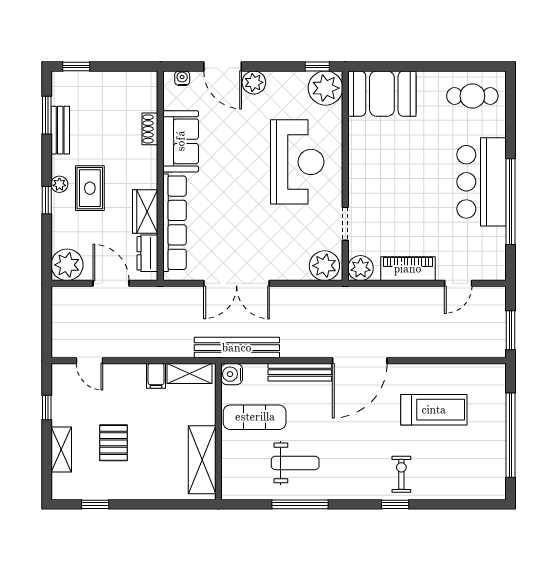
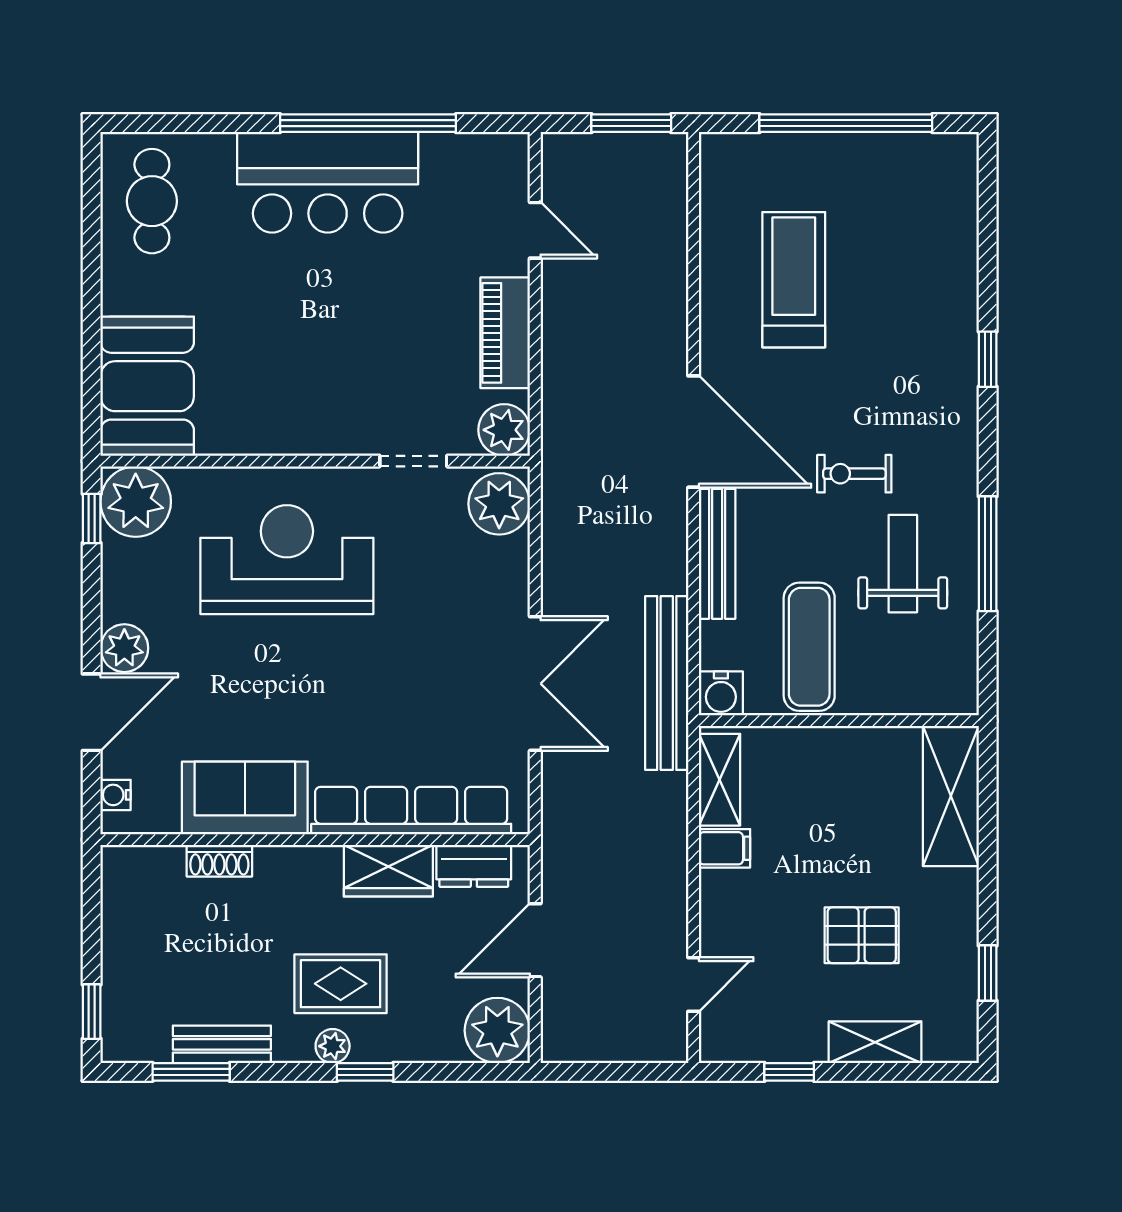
shelving: (202, 460) -> (951, 796), moved, turned 90
exercise bike: (401, 474) -> (854, 474), moved

